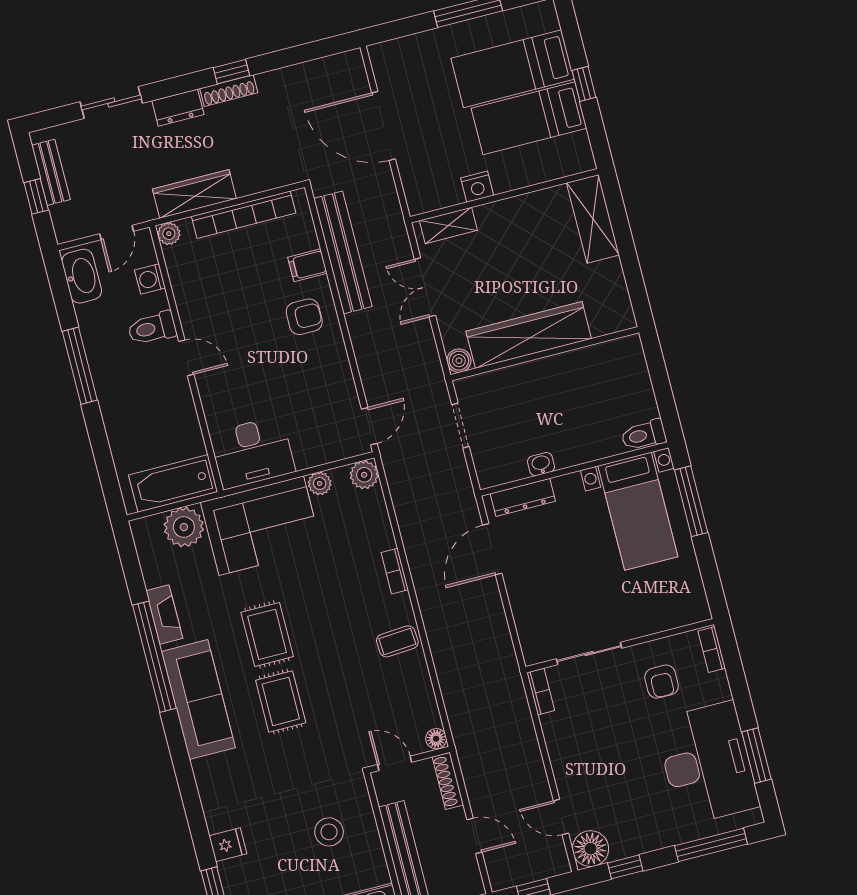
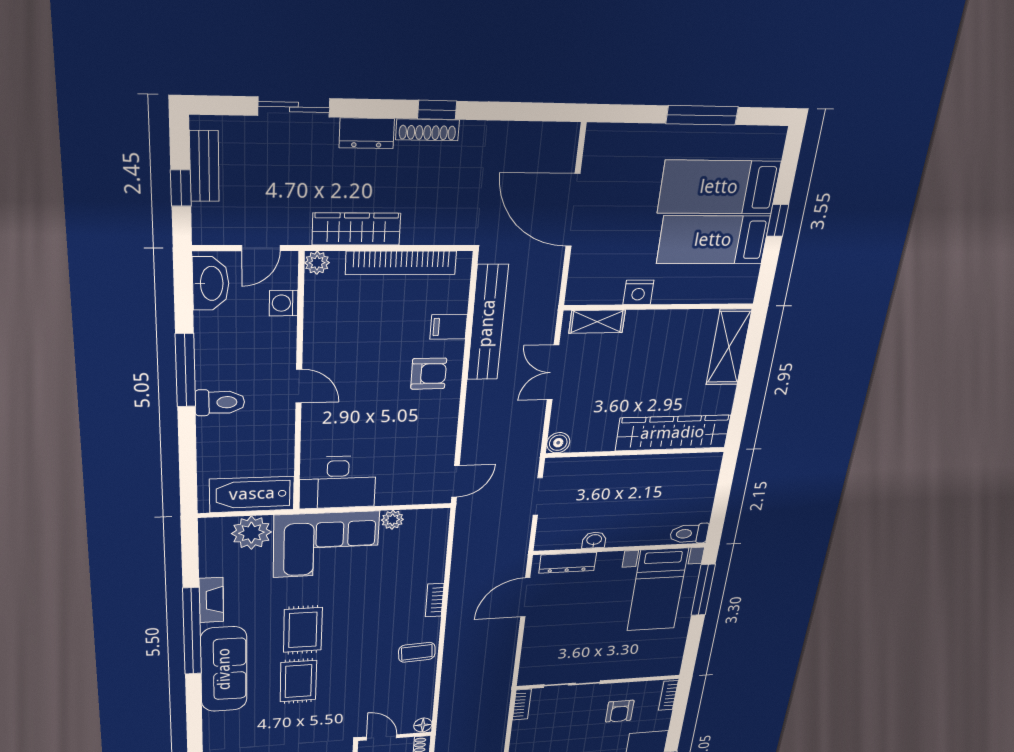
toilet: (152, 328) -> (220, 402), moved, turned 180
wardrobe: (529, 335) -> (673, 433), moved
plant: (364, 475) -> (436, 520), removed

